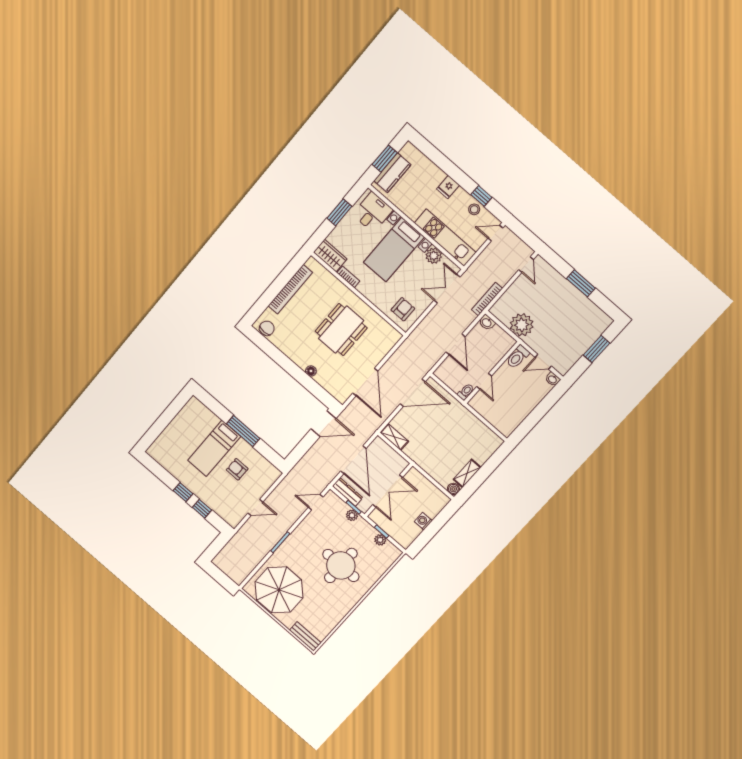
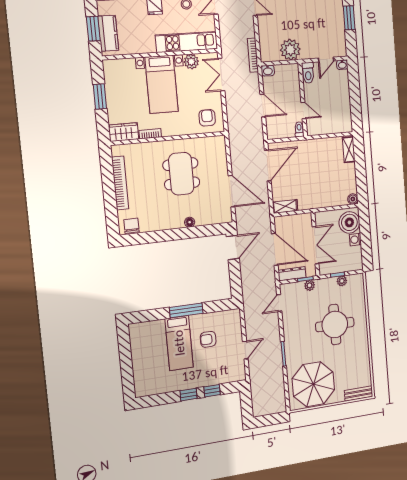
desk: (373, 212) -> (122, 74), removed
shelving: (467, 473) -> (349, 150), moved
boiler: (432, 503) -> (349, 222), added

